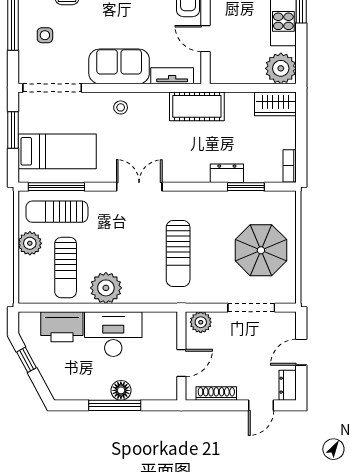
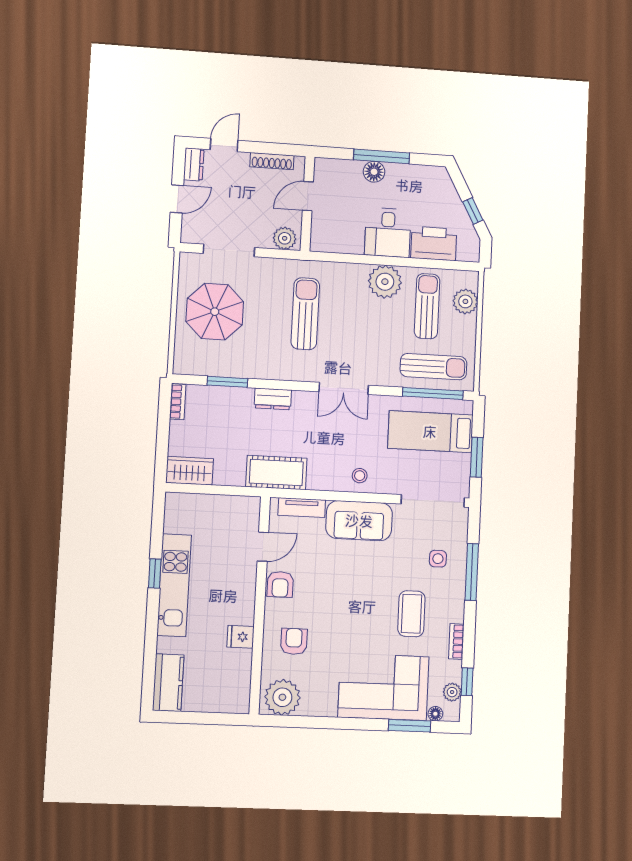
door: (206, 39) -> (263, 547), hinge flipped
plant: (281, 68) -> (181, 510), removed
dresser: (227, 173) -> (273, 399), moved
plant: (30, 243) -> (465, 301), moved
desk: (113, 334) -> (388, 233), width x0.73

